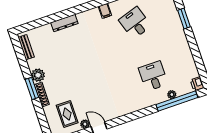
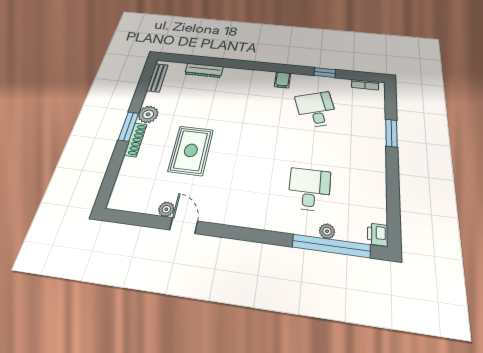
dresser: (64, 23) -> (204, 70), moved
rug: (67, 114) -> (191, 150), moved, width x1.36, depth x1.43

